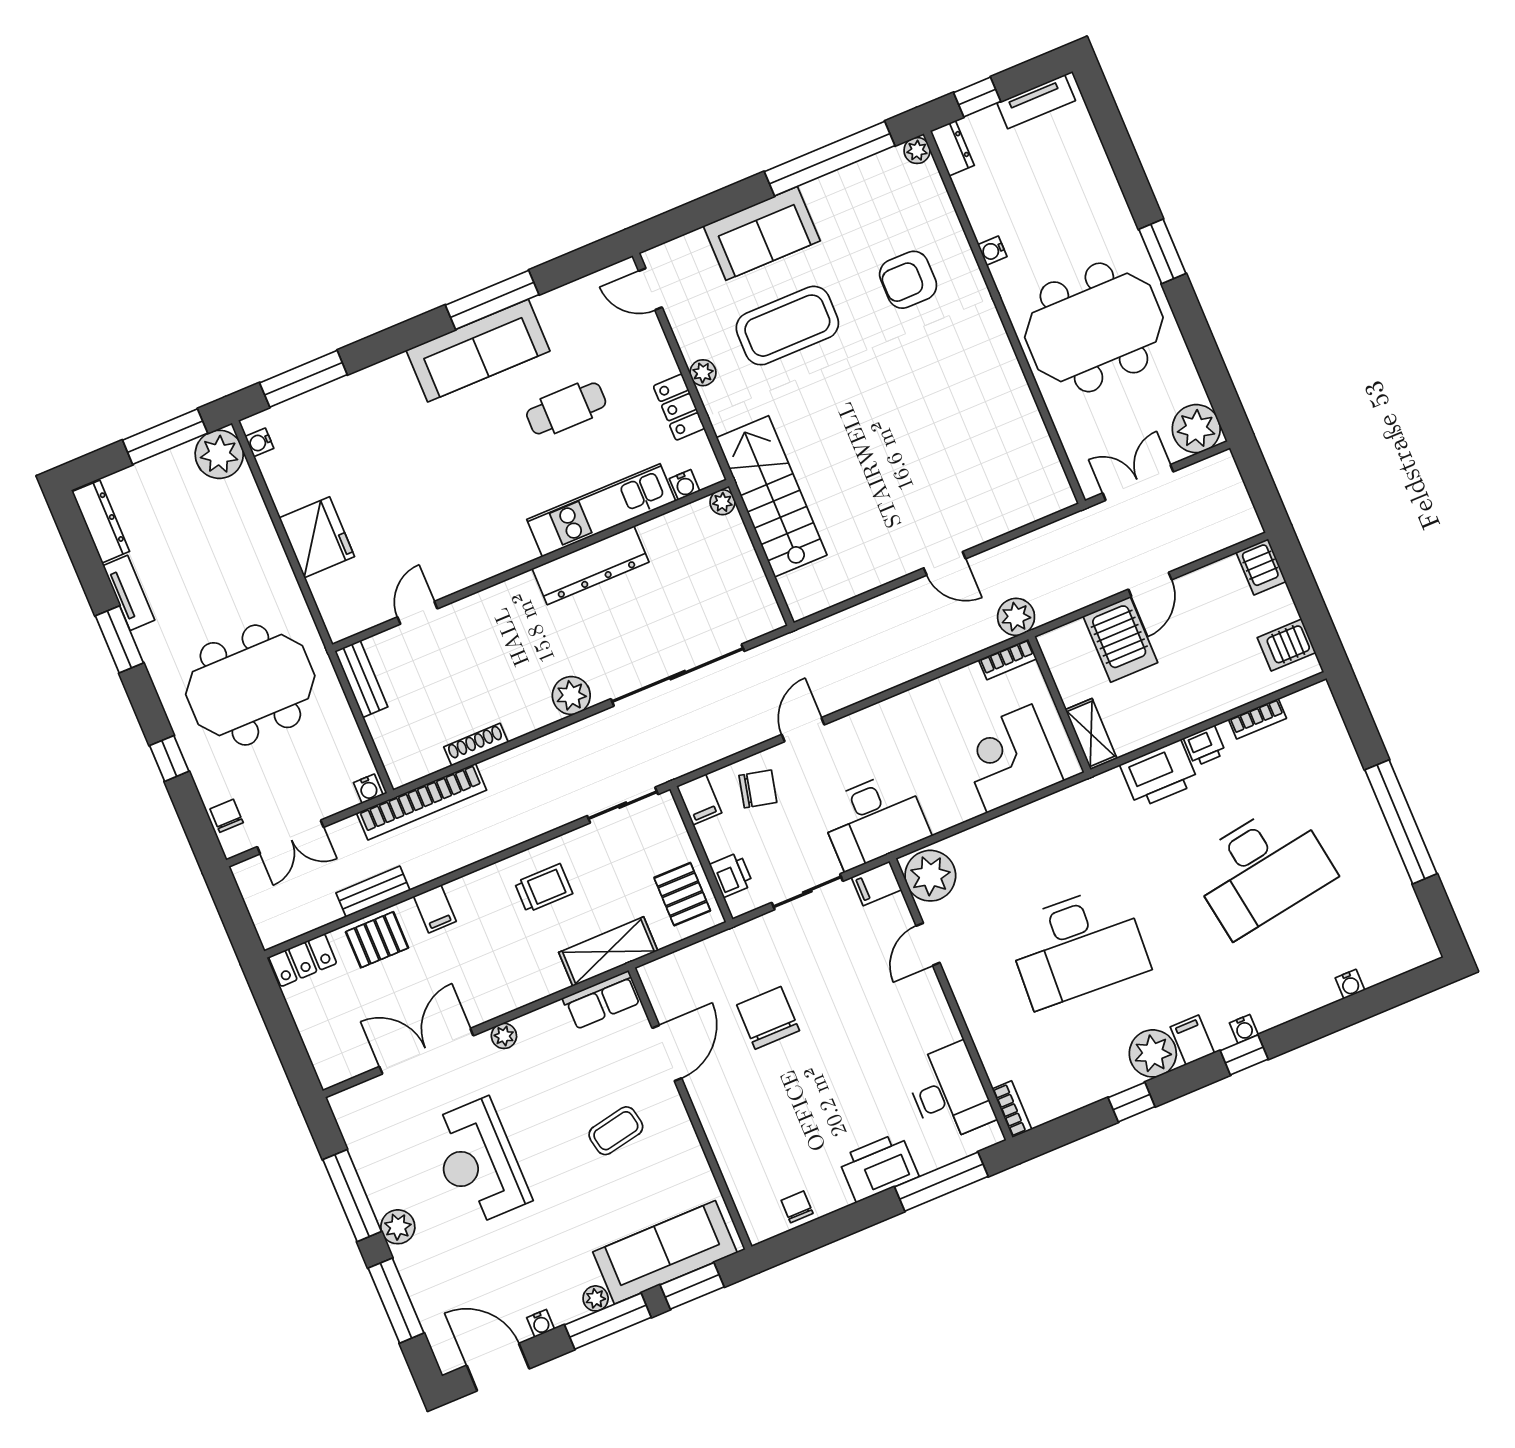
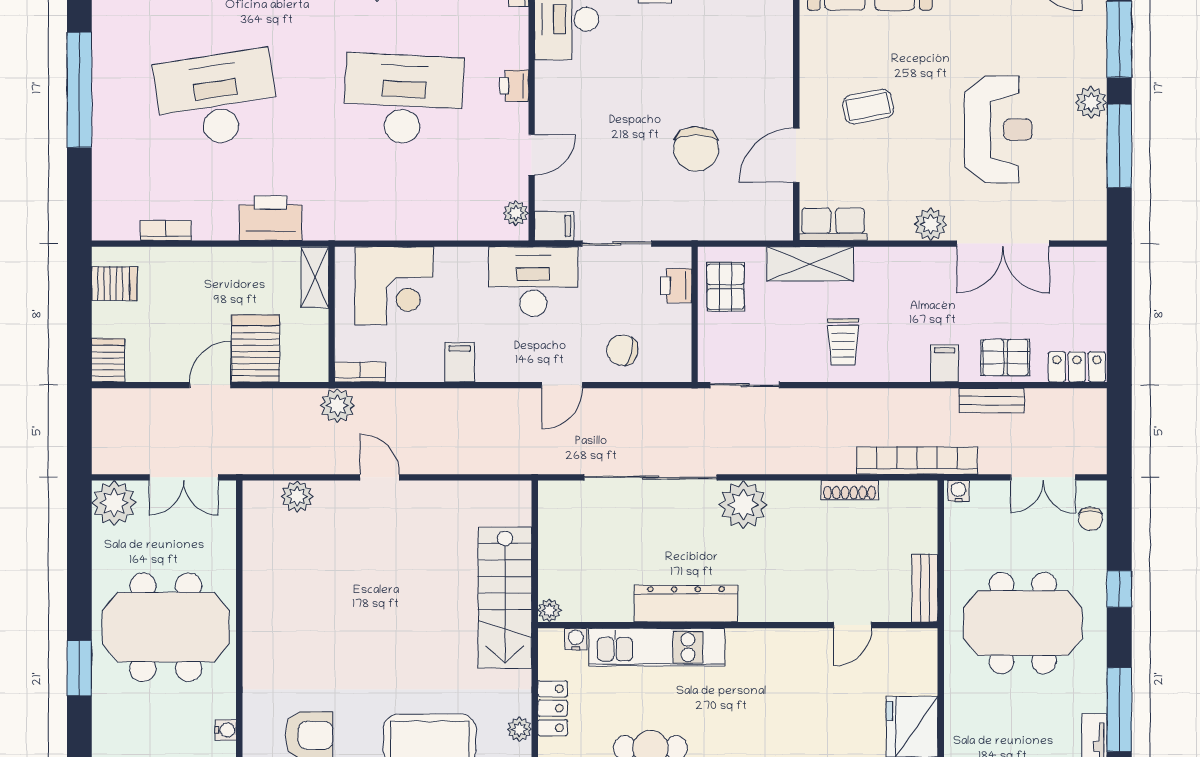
plant: (1018, 511) -> (297, 496), added
window: (119, 639) -> (1119, 710), width x1.44
plant: (571, 695) -> (743, 505), width x1.36, depth x1.36
printer: (1205, 746) -> (514, 86), moved, turned -90
filing cabinet: (699, 799) -> (460, 362), moved
double door: (290, 837) -> (1043, 477), swing flipped
plant: (930, 876) -> (516, 213), width x0.53, depth x0.53
trolley: (544, 888) -> (843, 342), turned -90
plant: (504, 1036) -> (931, 224), width x1.38, depth x1.38

